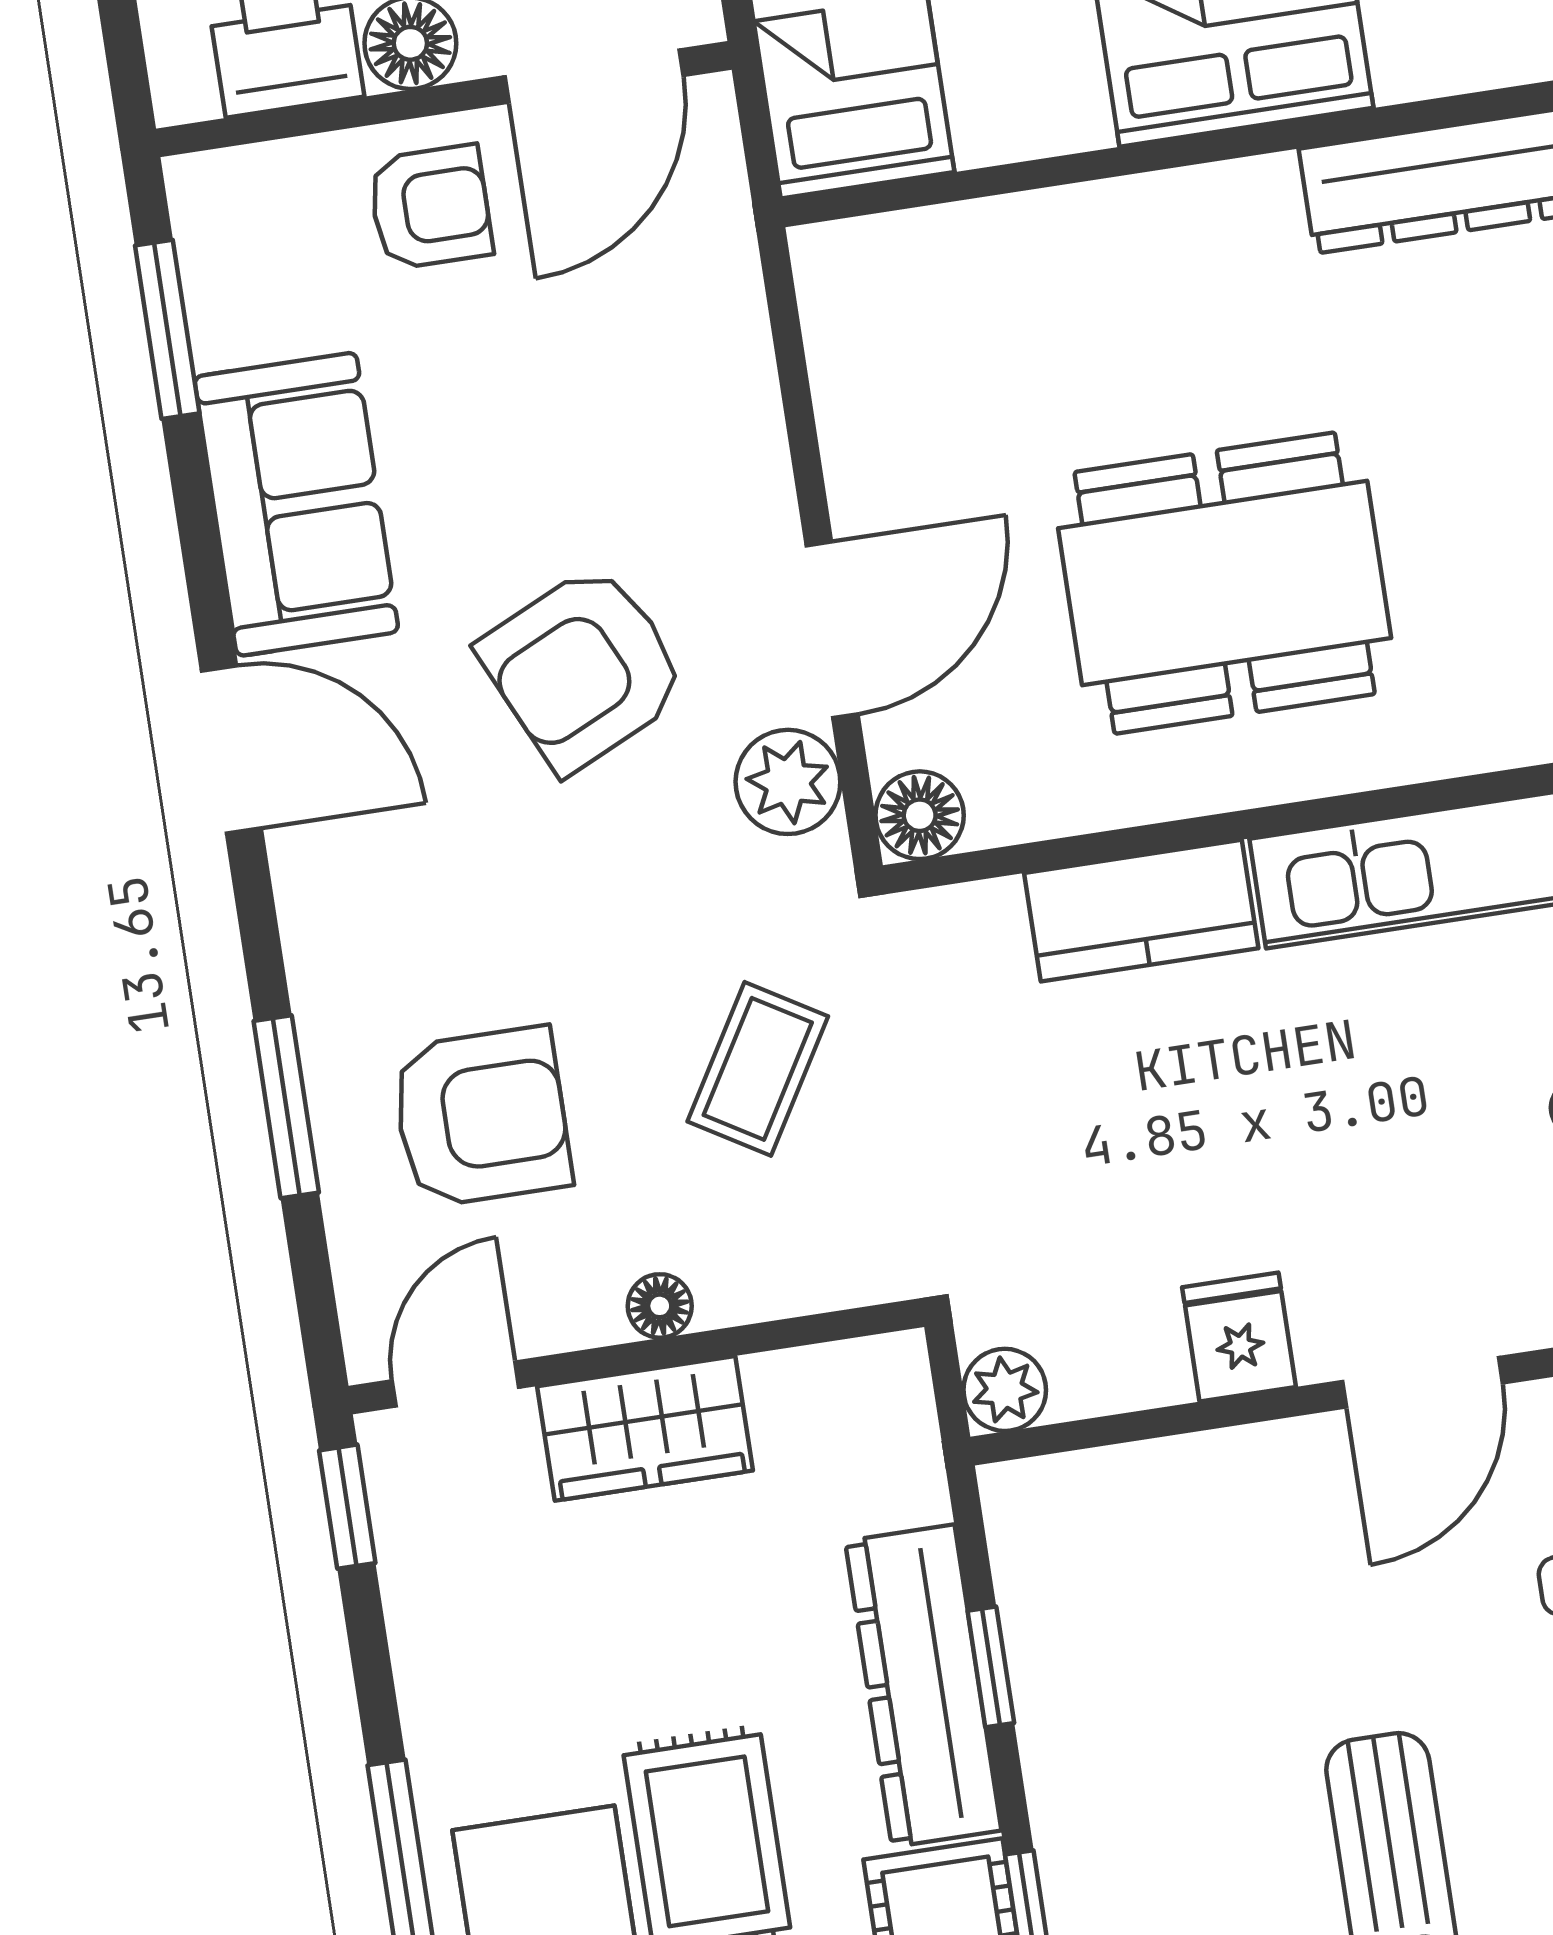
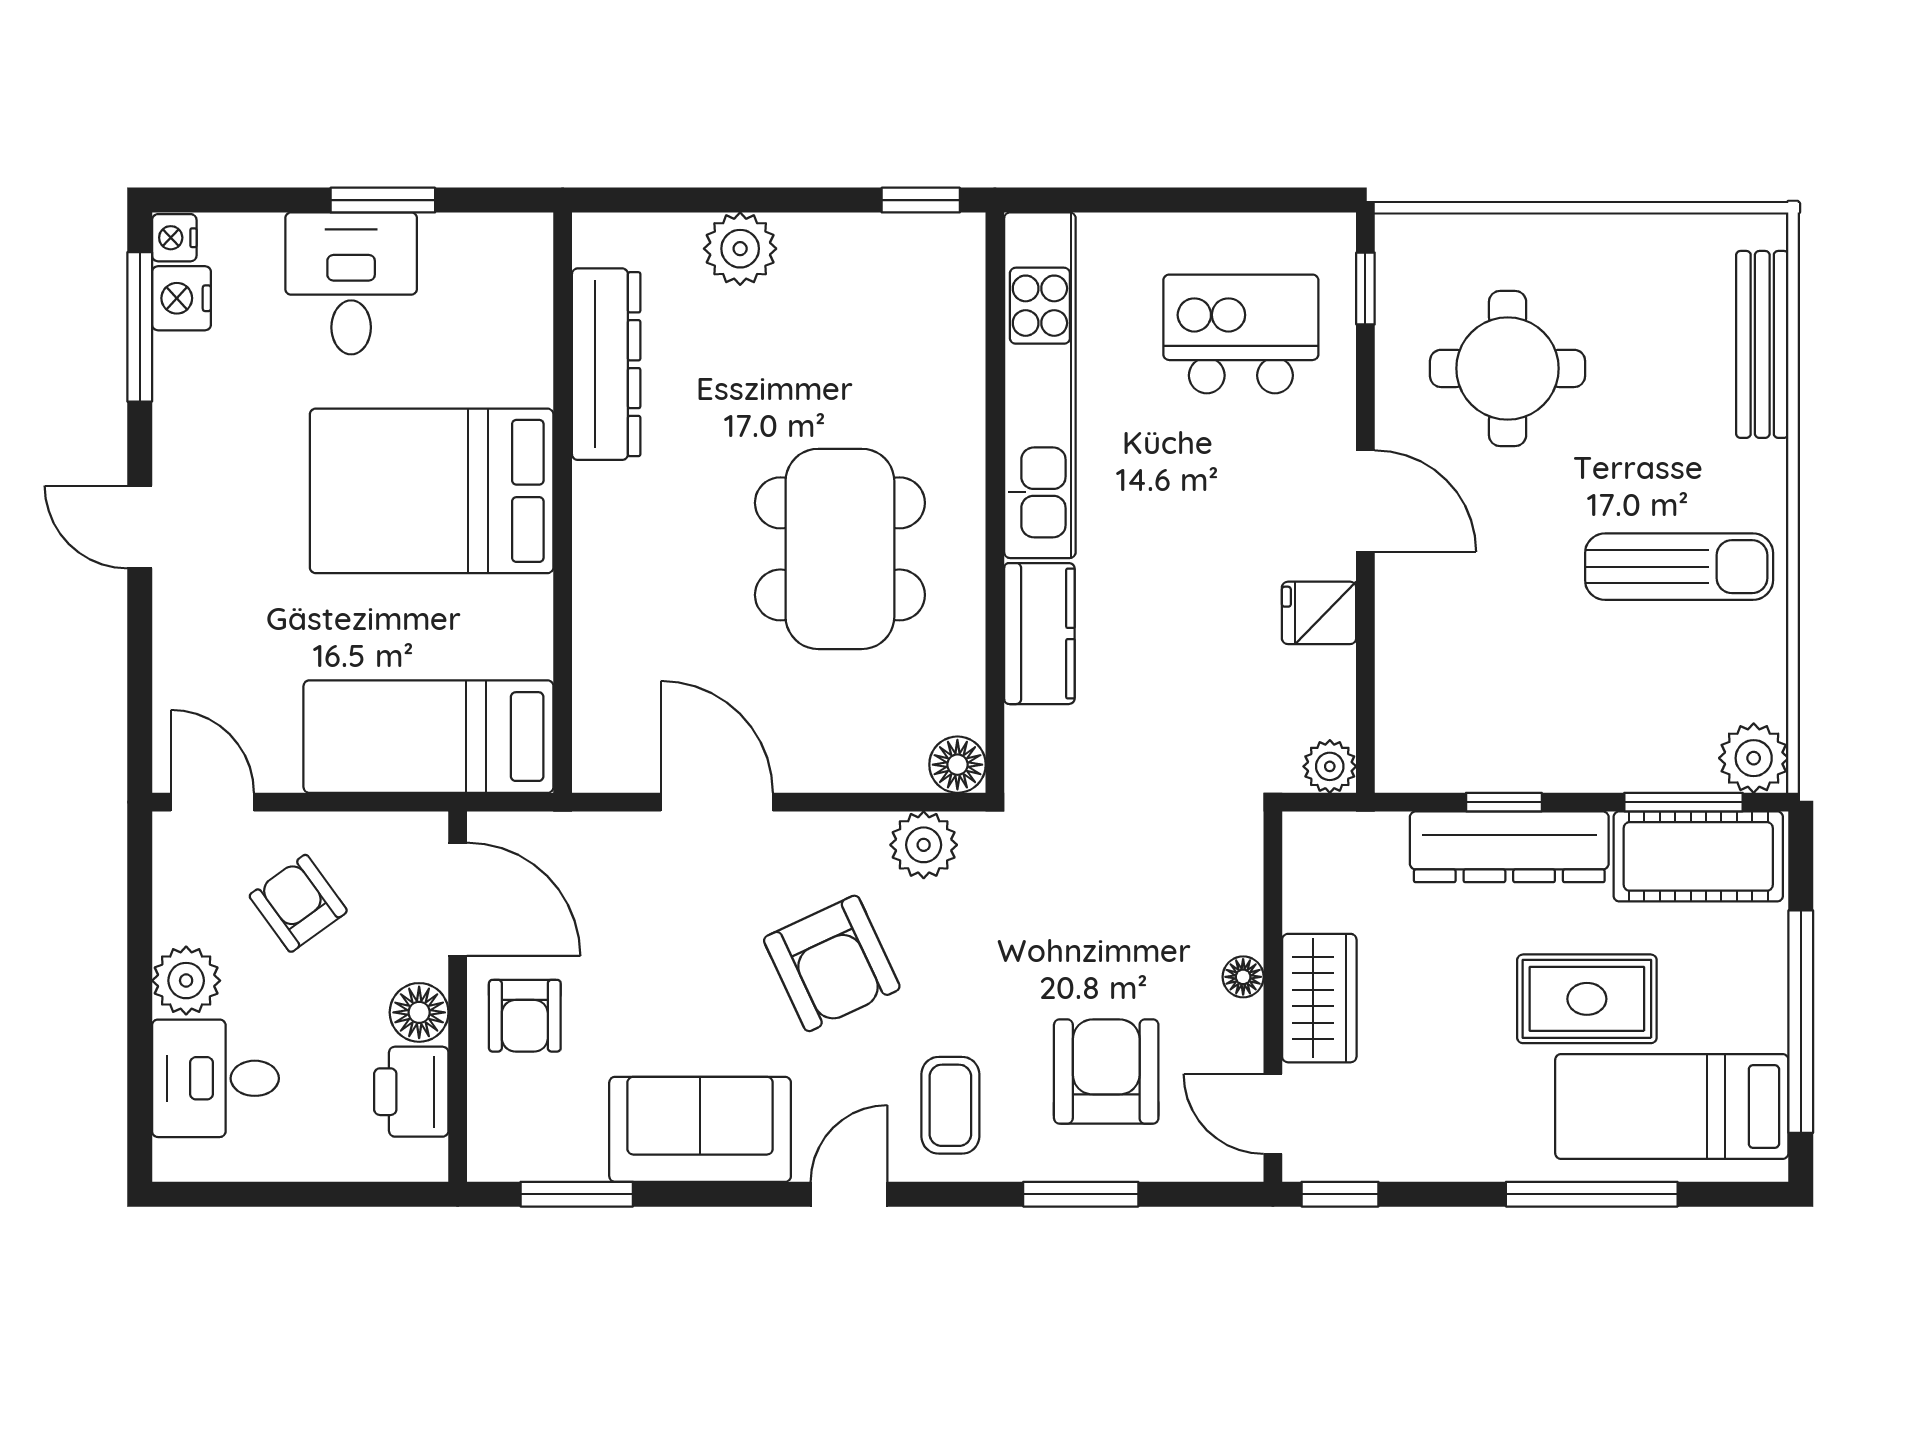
armchair: (430, 207) -> (525, 1016), turned 180
door: (832, 630) -> (717, 802), moved
door: (231, 749) -> (849, 1194), width x0.73
coffee table: (758, 1069) -> (950, 1105), moved, turned 59

